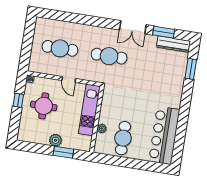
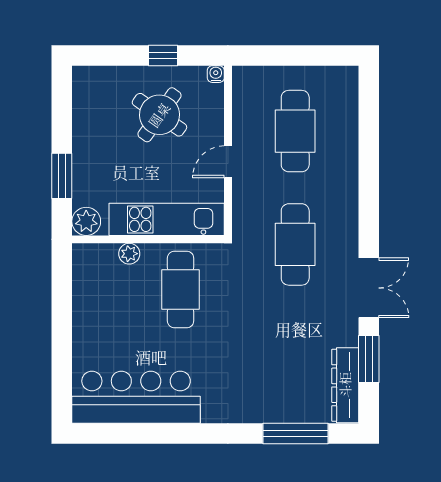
double door: (133, 27) -> (369, 288), swing flipped
window: (191, 69) -> (296, 433), width x1.44
round table: (44, 106) -> (159, 115), turned 35
cafe table: (123, 138) -> (181, 290), moved, turned 90
plant: (56, 140) -> (86, 221), moved

